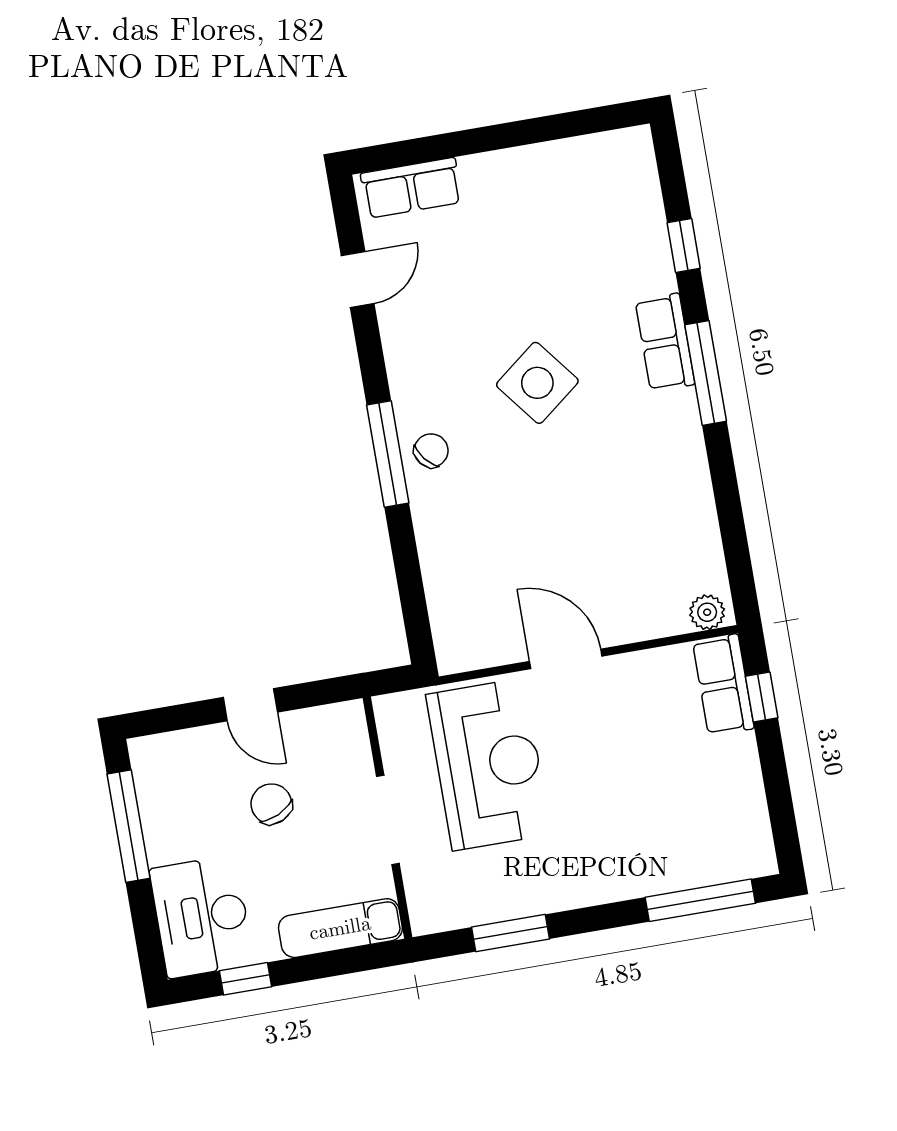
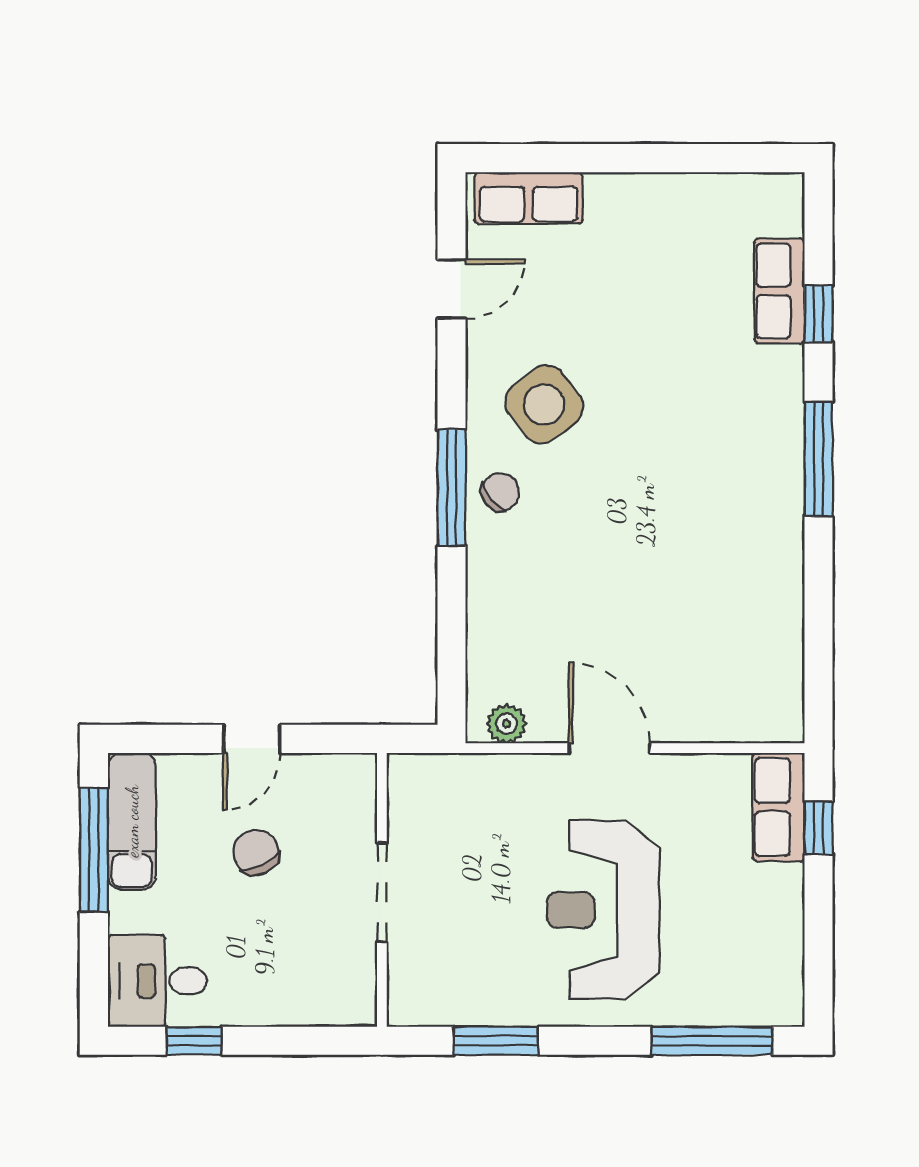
row of seats: (665, 342) -> (779, 291), moved
side table: (537, 383) -> (544, 404), moved
plant: (707, 612) -> (506, 724), moved
door: (250, 705) -> (252, 739), hinge flipped
reception desk: (488, 764) -> (603, 910), moved, turned 180
desk: (202, 917) -> (157, 981), width x0.73
exam couch: (340, 928) -> (132, 821), moved, turned 90

